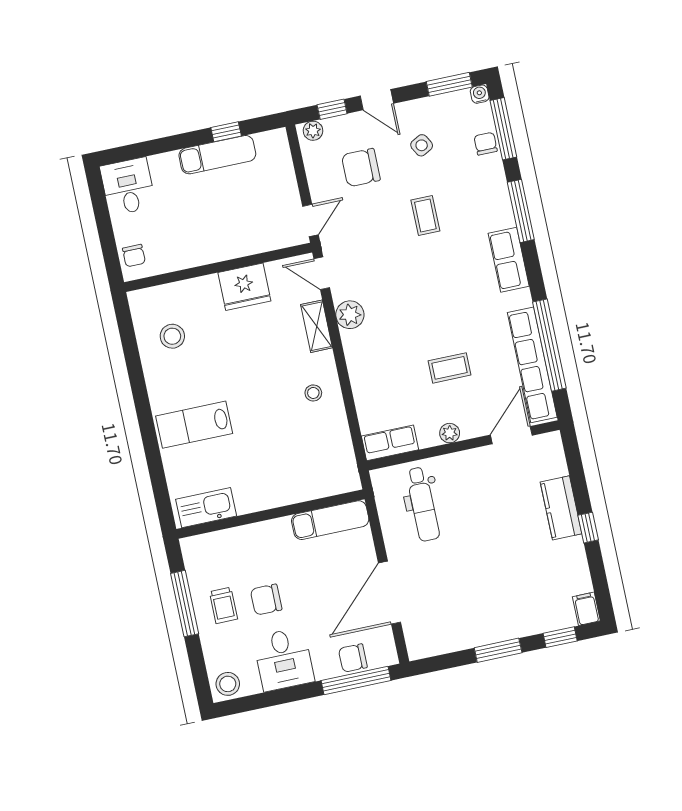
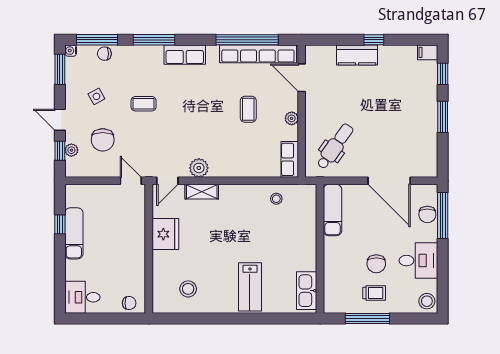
door: (377, 100) -> (60, 120), swing flipped
plant: (313, 131) -> (71, 150), moved
stool: (313, 393) -> (276, 199), moved
dental chair: (423, 504) -> (335, 146), turned -55

